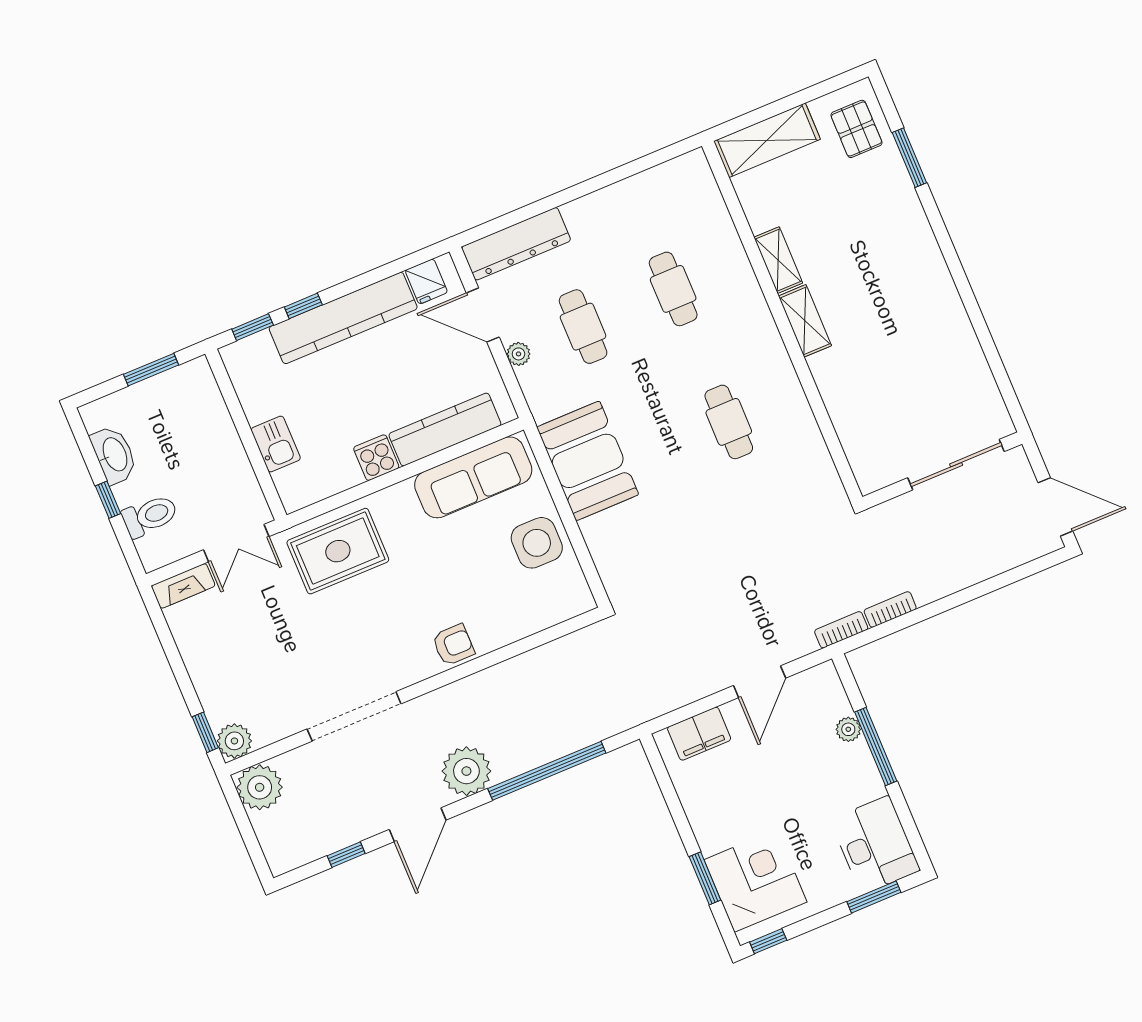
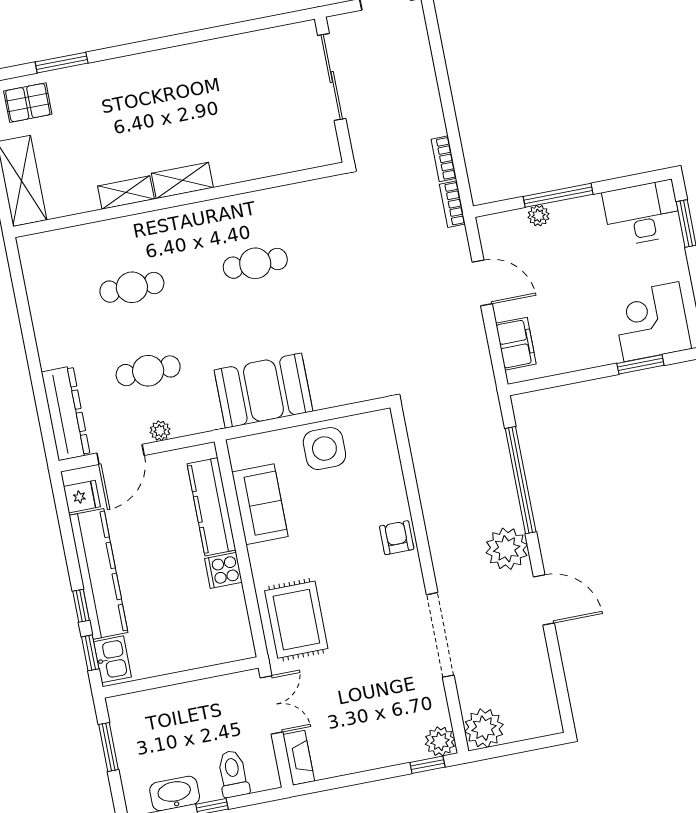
kitchen sink: (276, 444) -> (113, 659), moved, turned 90
sofa: (473, 477) -> (260, 504), width x0.73
window: (346, 855) -> (557, 666), removed

